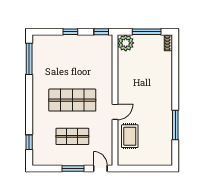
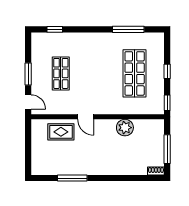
plant: (126, 43) -> (125, 128), moved
window: (29, 59) -> (128, 29), moved
shop shelf: (72, 100) -> (135, 73), moved
door: (100, 168) -> (28, 102), hinge flipped

